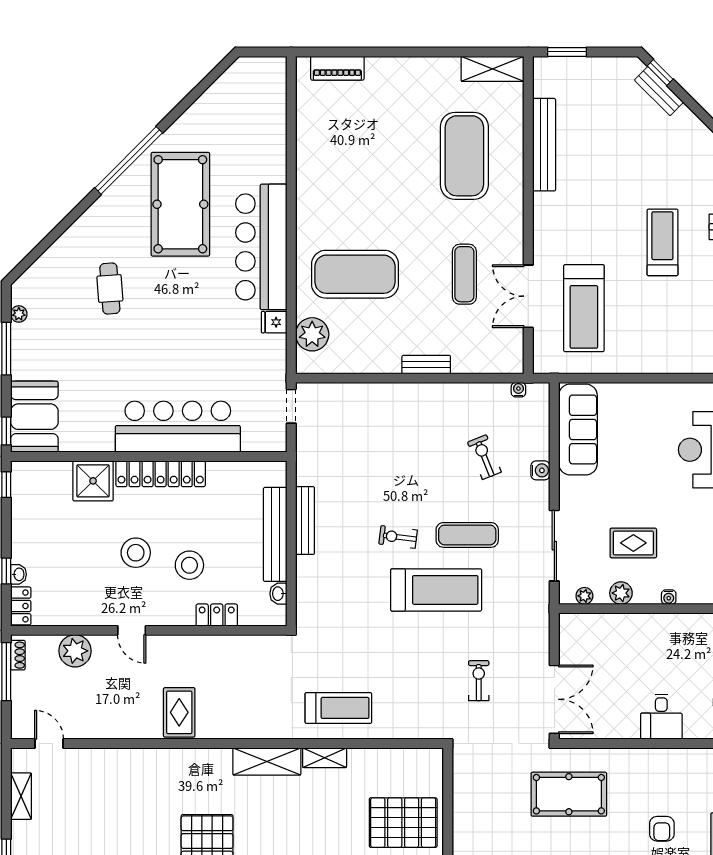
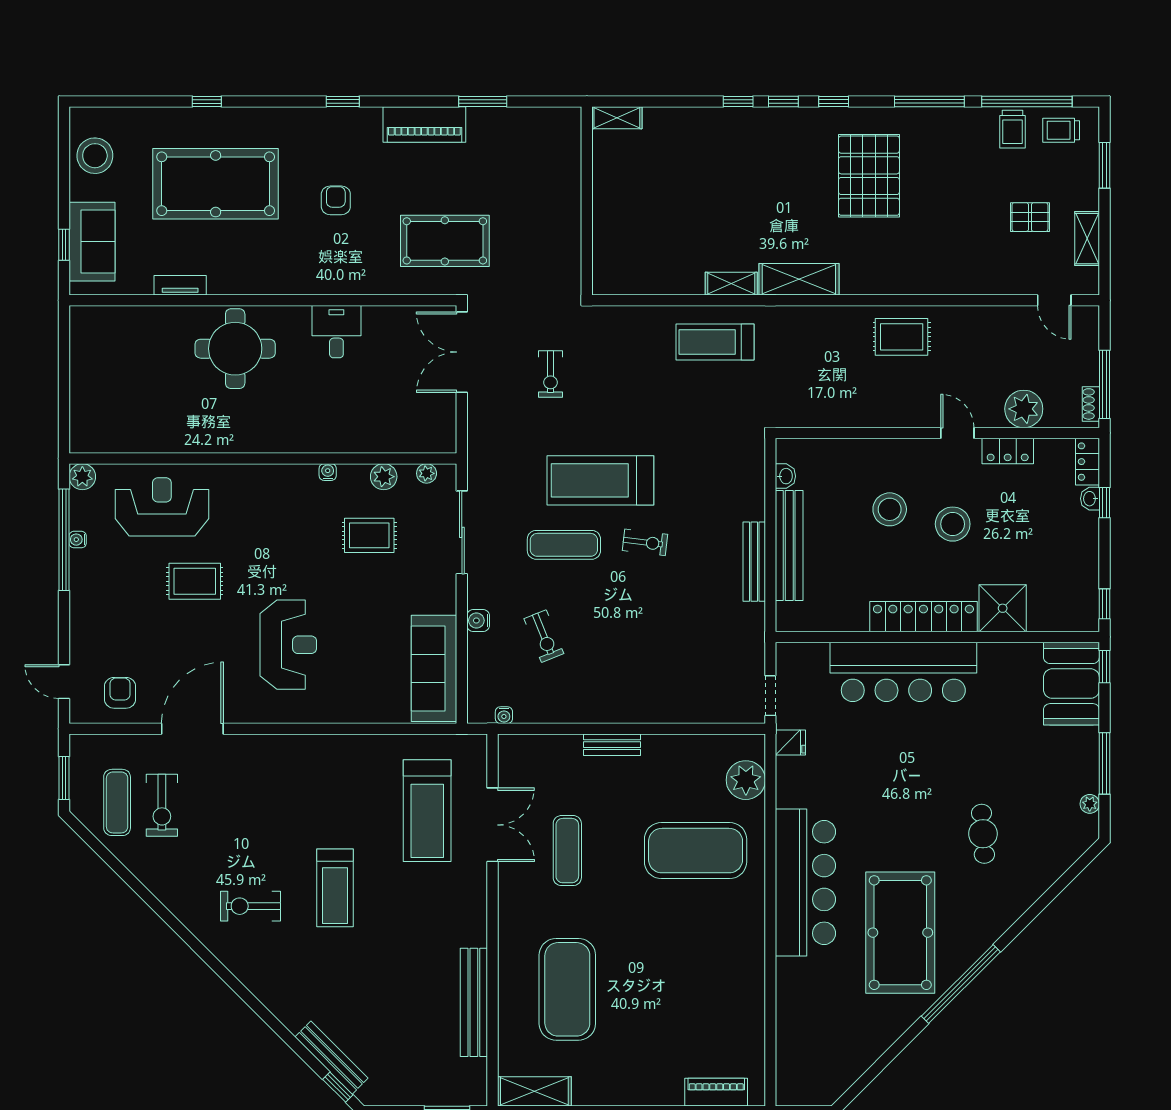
bench: (659, 91) -> (332, 1058), width x1.36
treadmill: (584, 308) -> (427, 811), turned 180
fridge: (274, 322) -> (790, 743), moved
locker: (217, 615) -> (1008, 451), moved
rug: (179, 712) -> (902, 337), turned 90
pallet: (403, 823) -> (1030, 217), moved, width x0.49, depth x0.50

